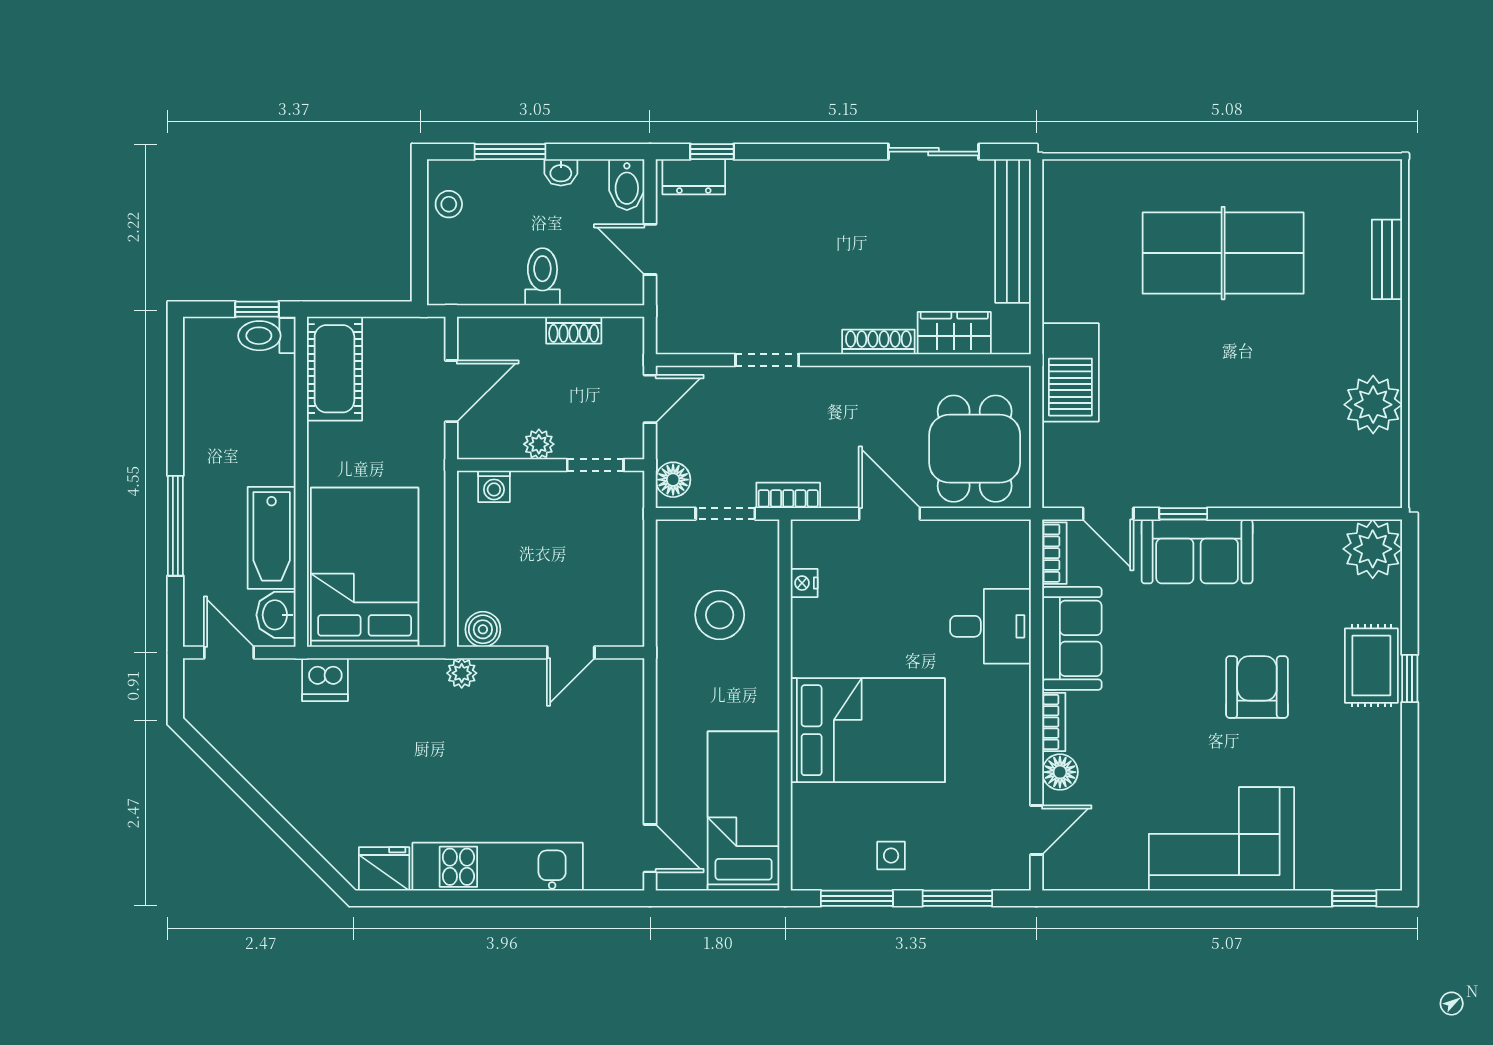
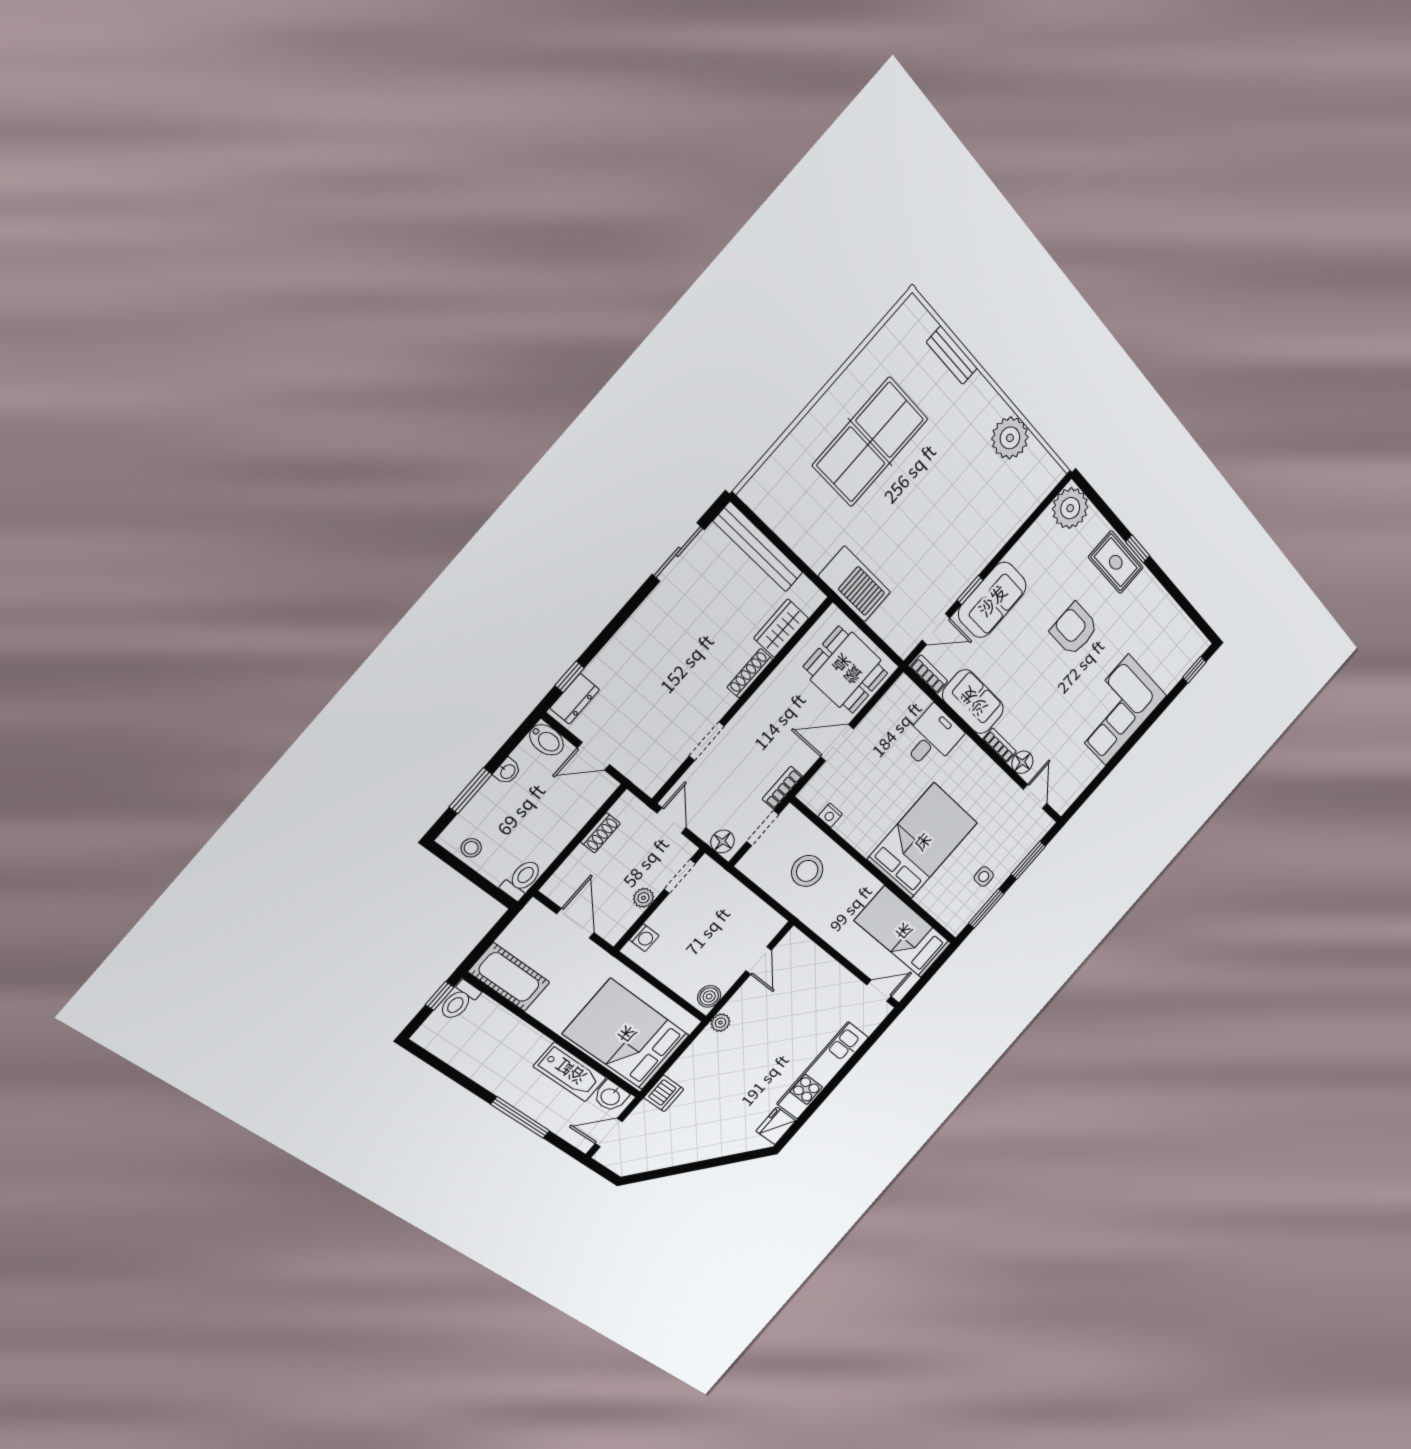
toilet: (542, 277) -> (522, 879), moved, turned 90

